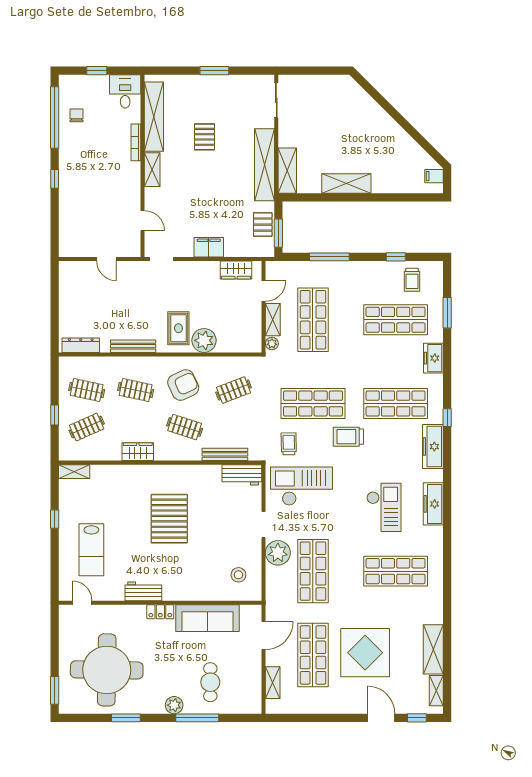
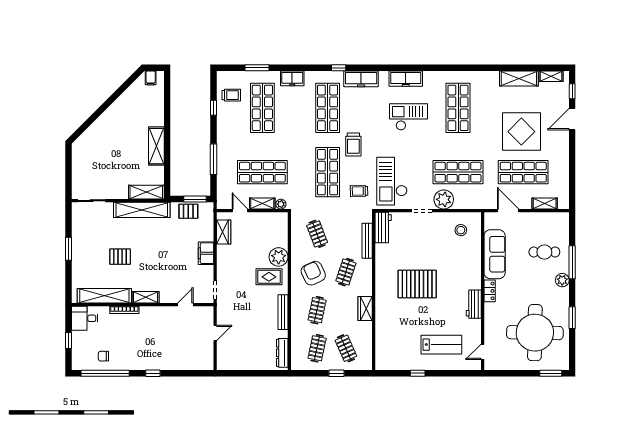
shelving: (74, 472) -> (381, 358), removed

